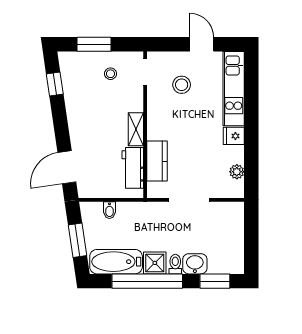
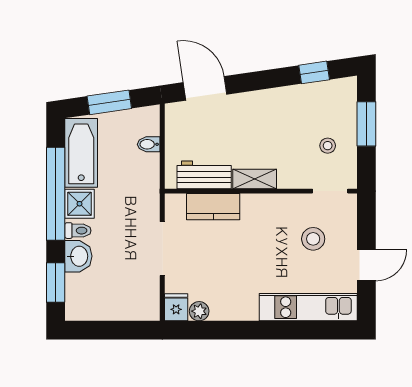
fridge: (234, 136) -> (176, 307), moved

